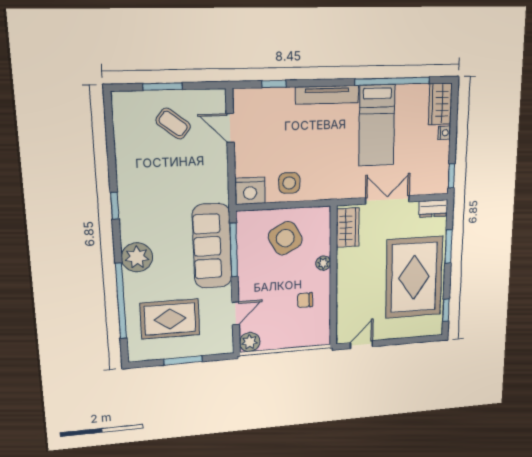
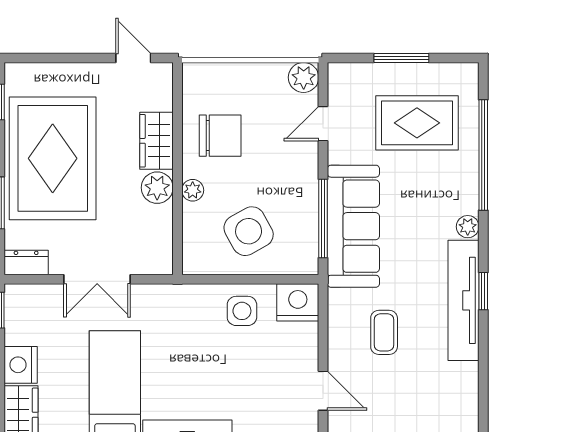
coffee table: (173, 124) -> (384, 332), moved, turned 52
nightstand: (444, 133) -> (21, 365), width x1.89, depth x1.79
tv unit: (129, 198) -> (464, 300), added
wardrobe: (348, 228) -> (156, 141), moved
plant: (137, 257) -> (468, 227), width x0.53, depth x0.53
plant: (347, 263) -> (157, 188), added
chair: (305, 300) -> (220, 136), width x1.87, depth x1.87
door: (361, 345) -> (133, 58), swing flipped

